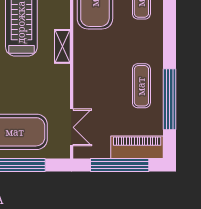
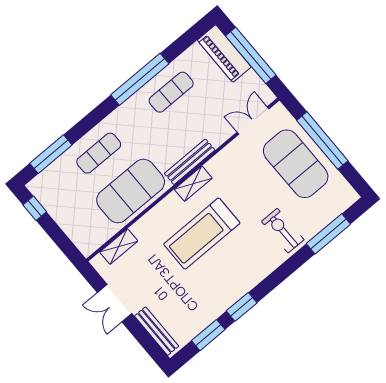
bench: (80, 57) -> (190, 162), added
window: (170, 99) -> (140, 79), moved

